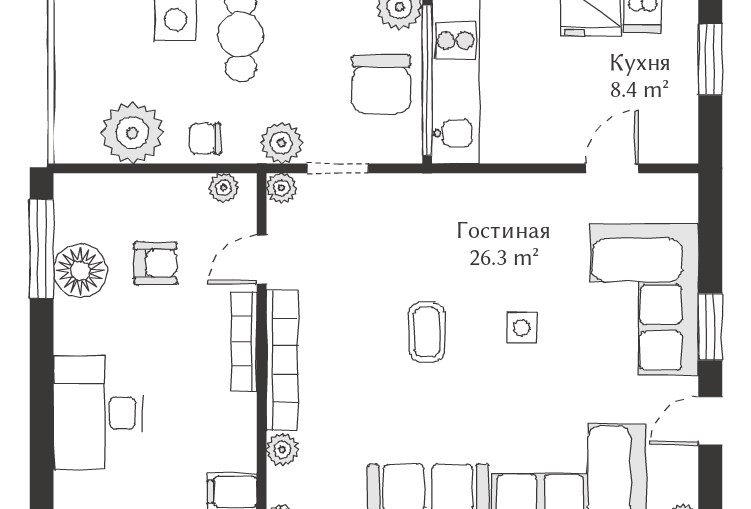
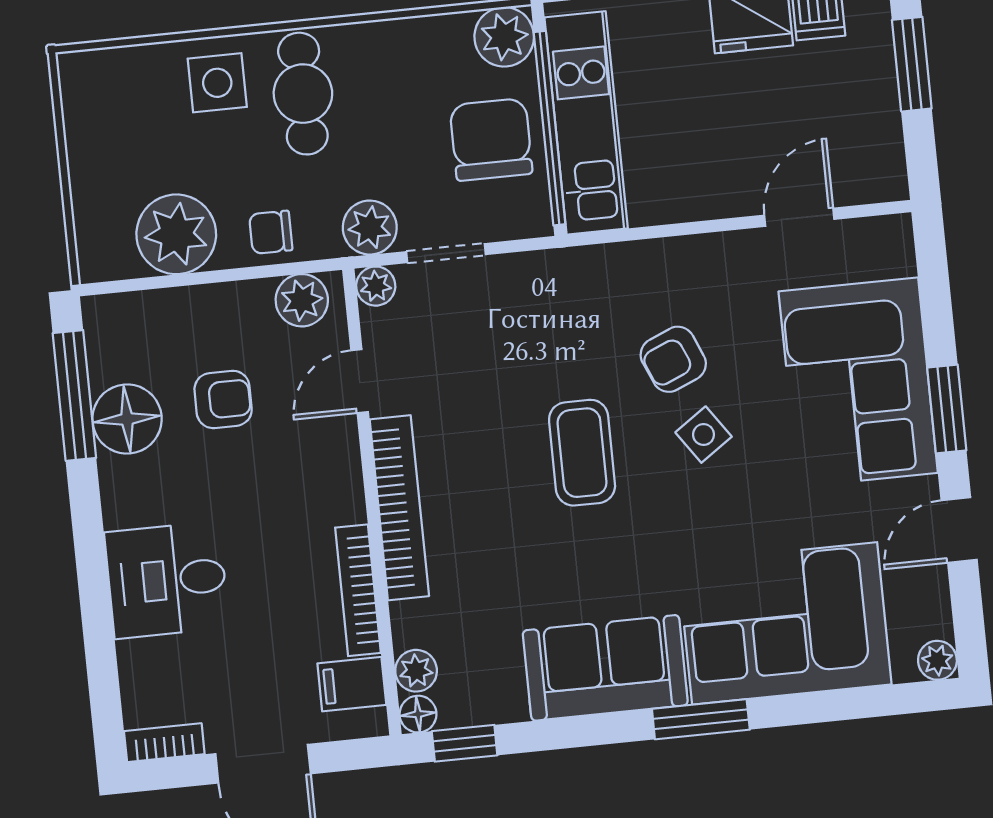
chair: (381, 85) -> (491, 139), turned 180
plant: (224, 188) -> (302, 300), width x1.38, depth x1.38
armchair: (504, 267) -> (673, 359), added
side table: (521, 328) -> (704, 435), turned -35
coffee table: (427, 332) -> (582, 453), width x1.36, depth x1.30
bookcase: (244, 341) -> (358, 590), moved
desk: (98, 413) -> (167, 580), width x0.73
plant: (282, 449) -> (416, 671), moved

